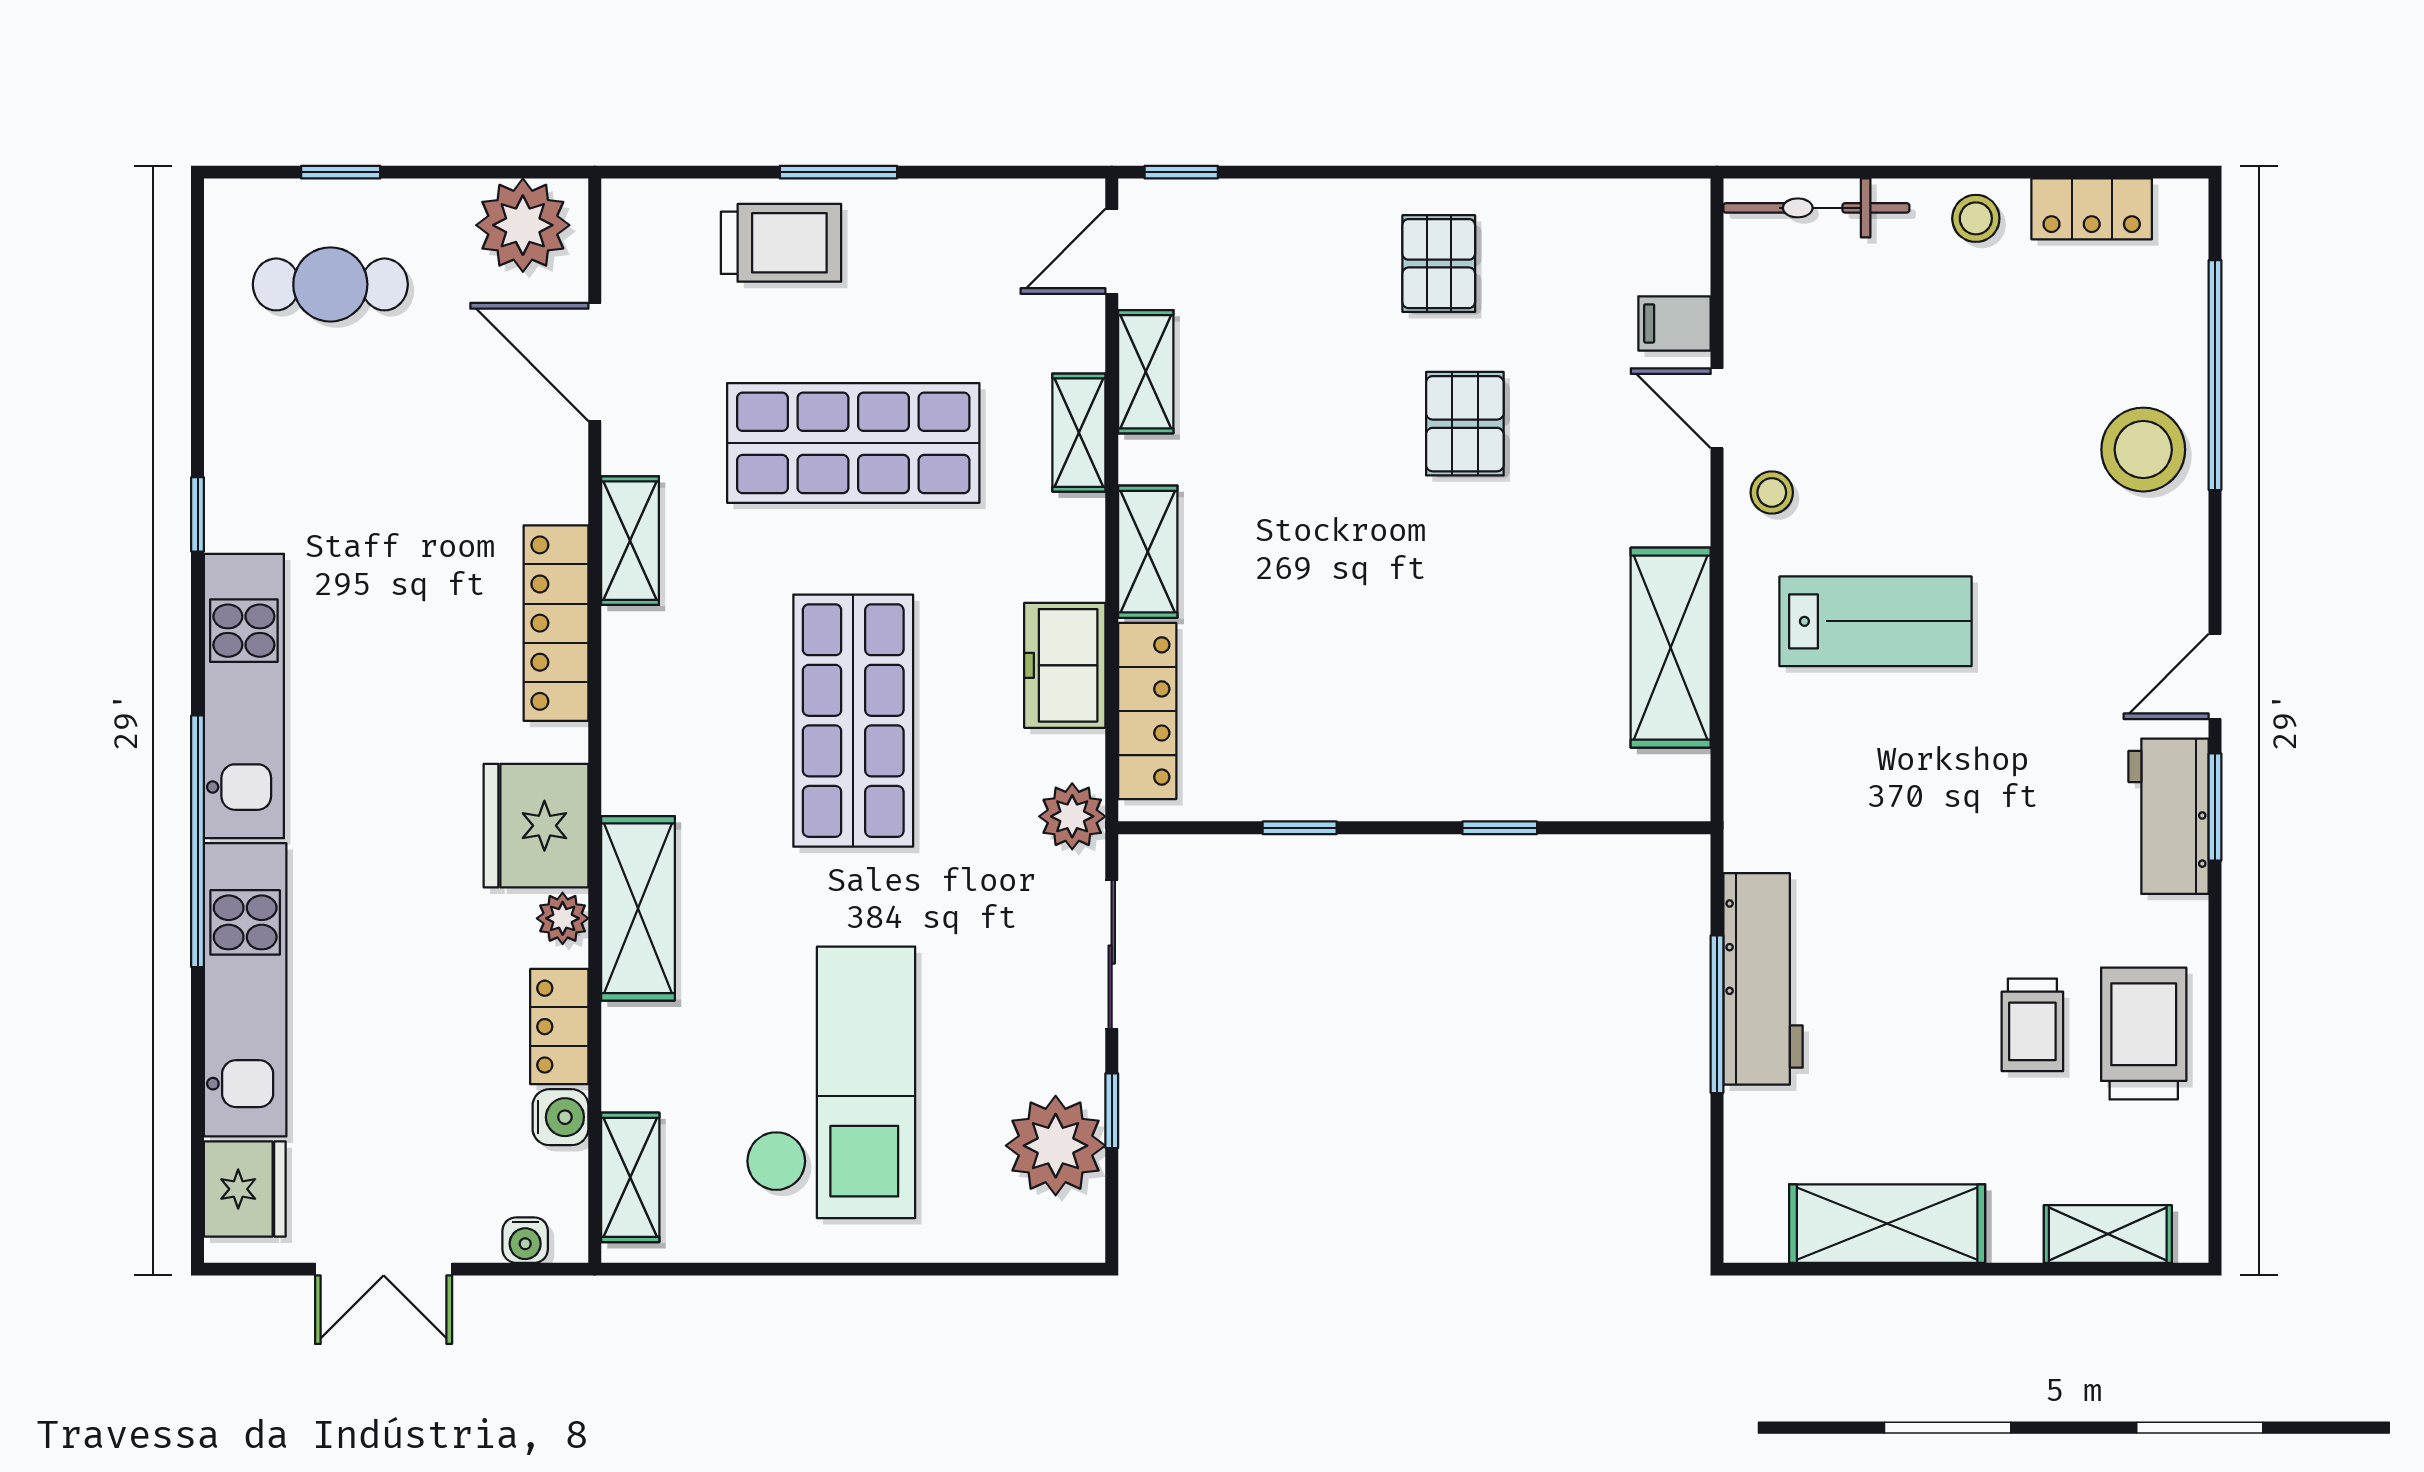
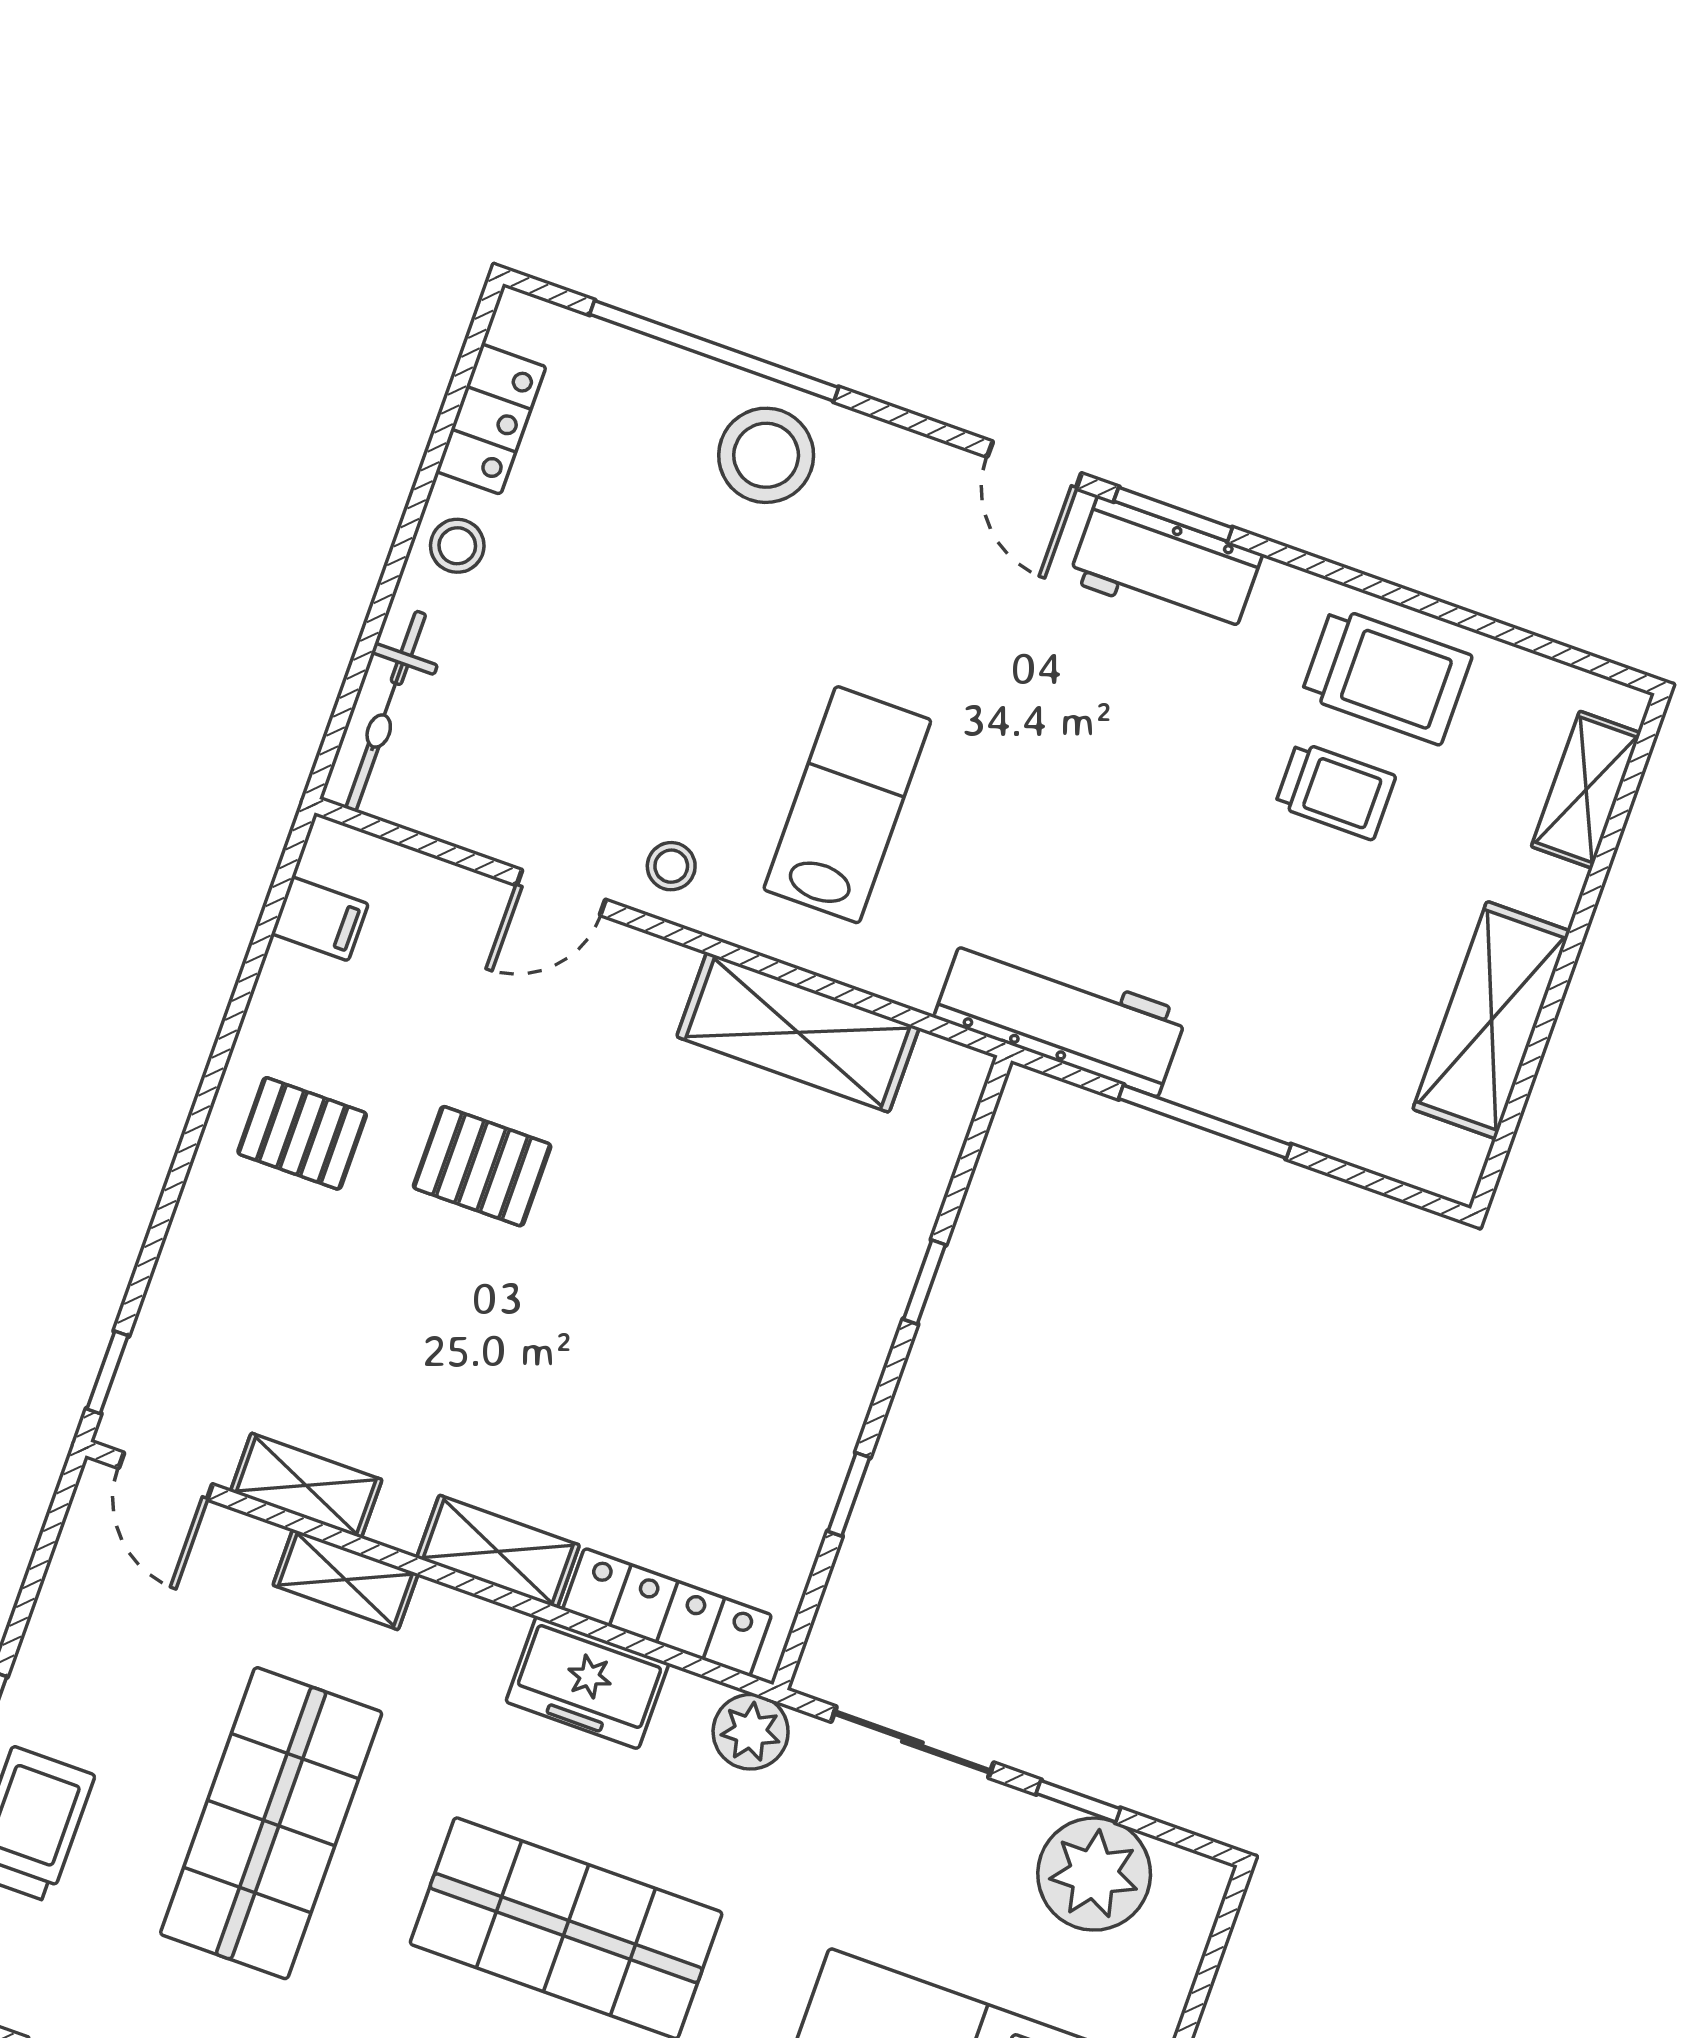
filing cabinet: (1674, 323) -> (320, 919), moved, turned -90
workbench: (1763, 979) -> (1061, 1015), moved
trolley: (2144, 1034) -> (1387, 676), turned 180

